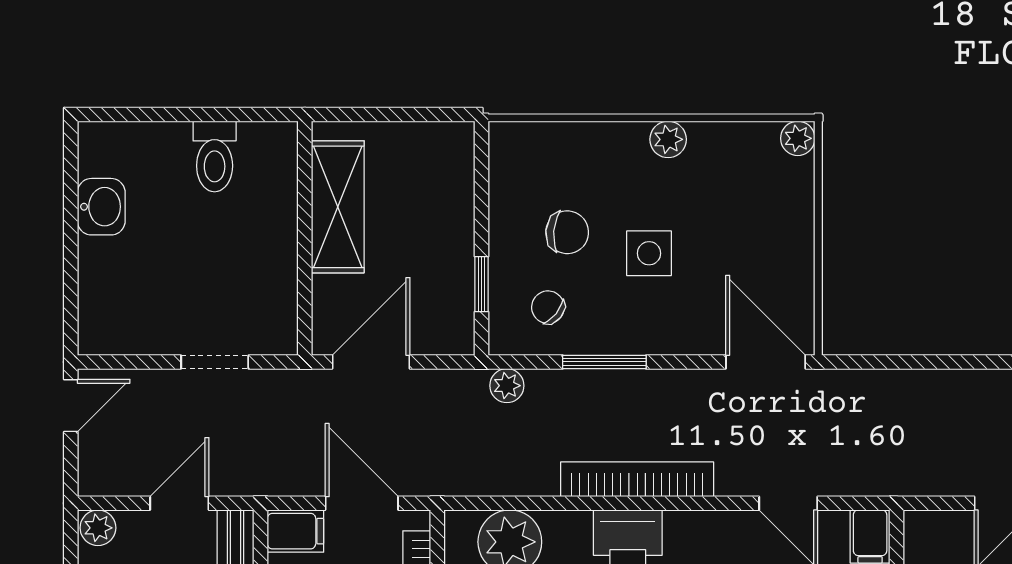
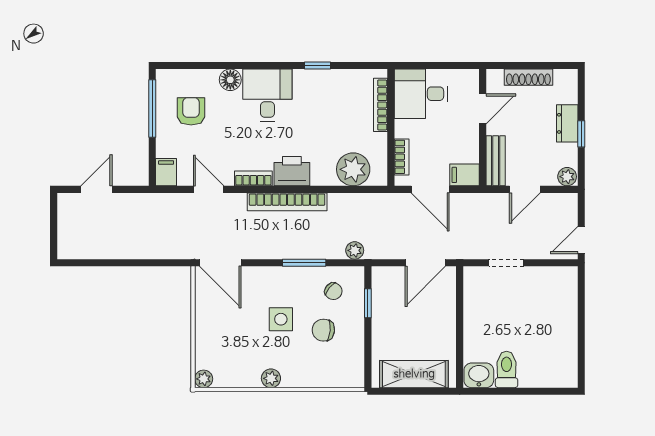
washbasin: (101, 207) -> (479, 375), moved, turned 90
shelving: (338, 207) -> (414, 374), moved, turned 90
bookcase: (702, 524) -> (253, 178), added

